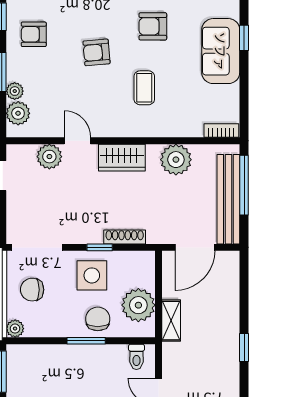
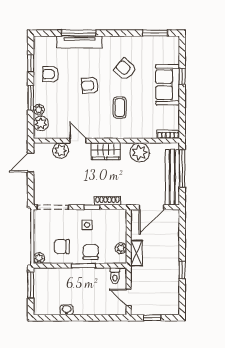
armchair: (153, 26) -> (125, 69), turned 42
side table: (92, 275) -> (87, 225), width x0.54, depth x0.54
chair: (32, 290) -> (62, 247), moved
plant: (138, 305) -> (121, 248), width x0.53, depth x0.53

